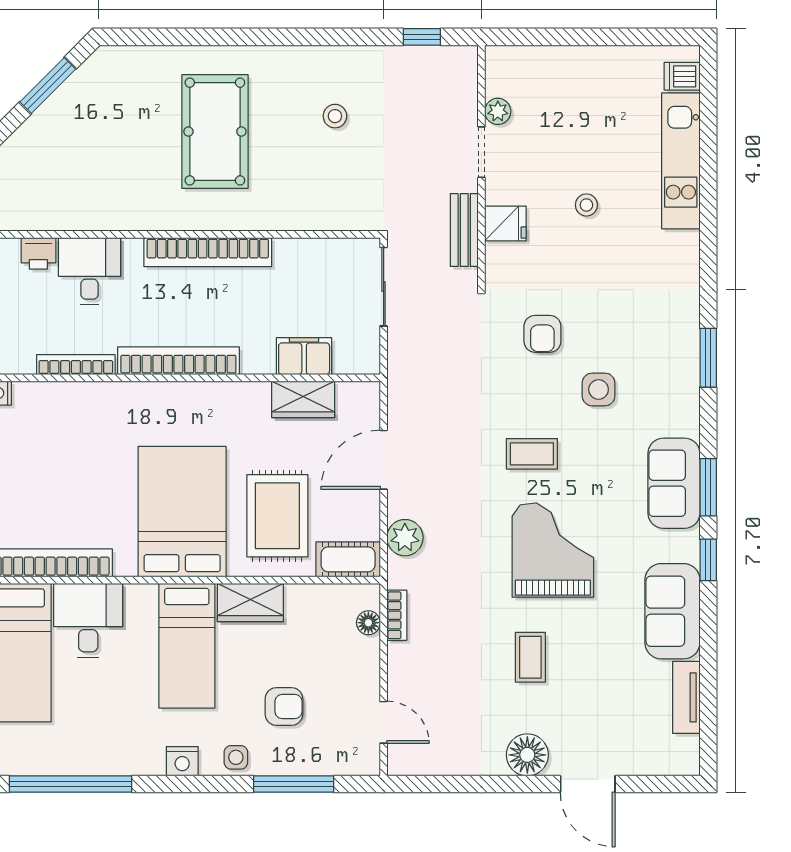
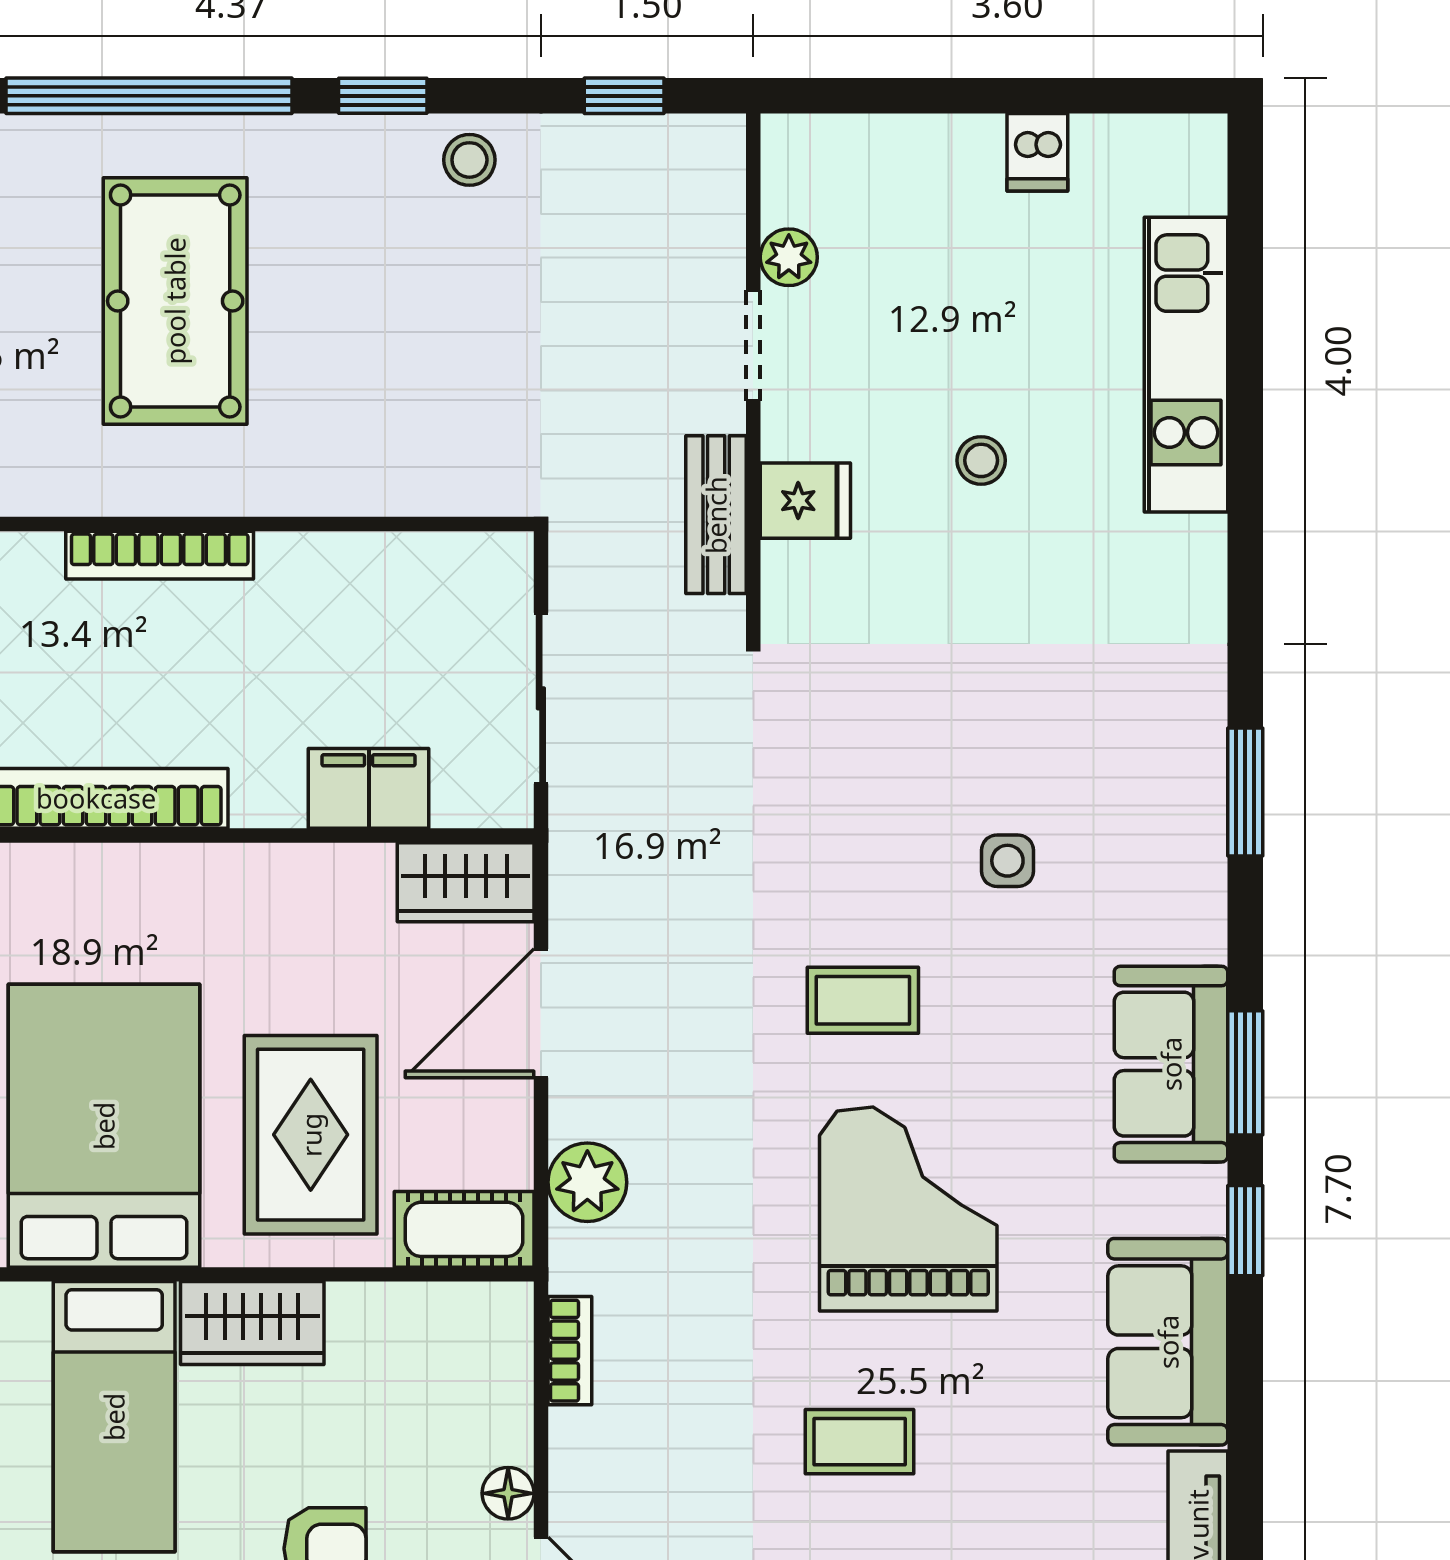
window: (203, 37) -> (149, 96), added
window: (311, 37) -> (383, 96), added
dishwasher: (682, 76) -> (1037, 152), moved, turned -90
stool: (335, 116) -> (469, 160), moved
bookcase: (208, 252) -> (160, 555), width x0.68, depth x0.76
sliding door: (384, 287) -> (541, 698), moved
armchair: (542, 334) -> (886, 740), removed
side table: (599, 389) -> (1007, 861), width x0.73, depth x0.73
wardrobe: (303, 399) -> (466, 882), moved
floor lamp: (368, 623) -> (508, 1493), moved
coffee table: (530, 657) -> (860, 1442), turned 90

